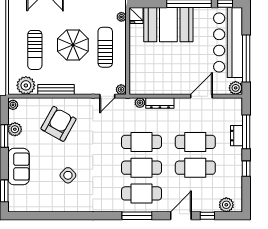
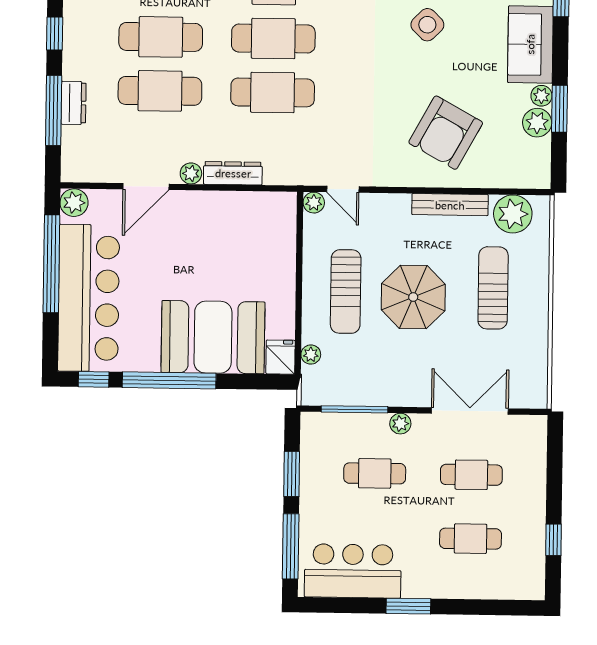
door: (107, 96) -> (343, 189), swing flipped
plant: (140, 103) -> (191, 173), moved
plant: (13, 105) -> (541, 96), moved

